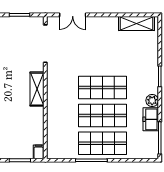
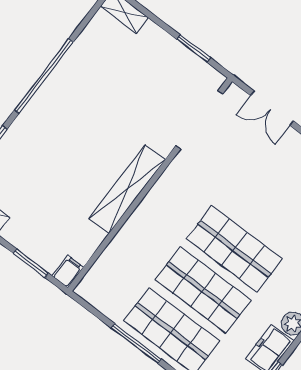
shelving: (37, 89) -> (127, 189), width x1.47

